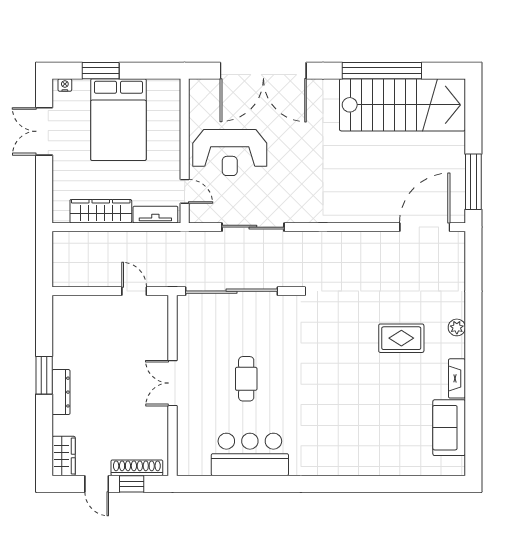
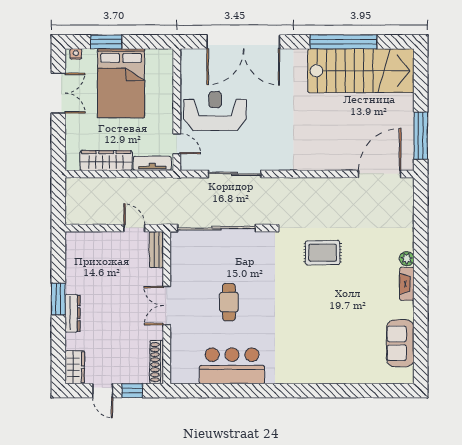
double door: (44, 131) -> (58, 93), swing flipped
reception desk: (230, 153) -> (215, 111), turned 180
bench: (160, 317) -> (156, 250), added
rug: (401, 338) -> (323, 253), moved
fireplace: (457, 378) -> (407, 284), moved
shoe rack: (137, 468) -> (157, 362), moved, turned -90

